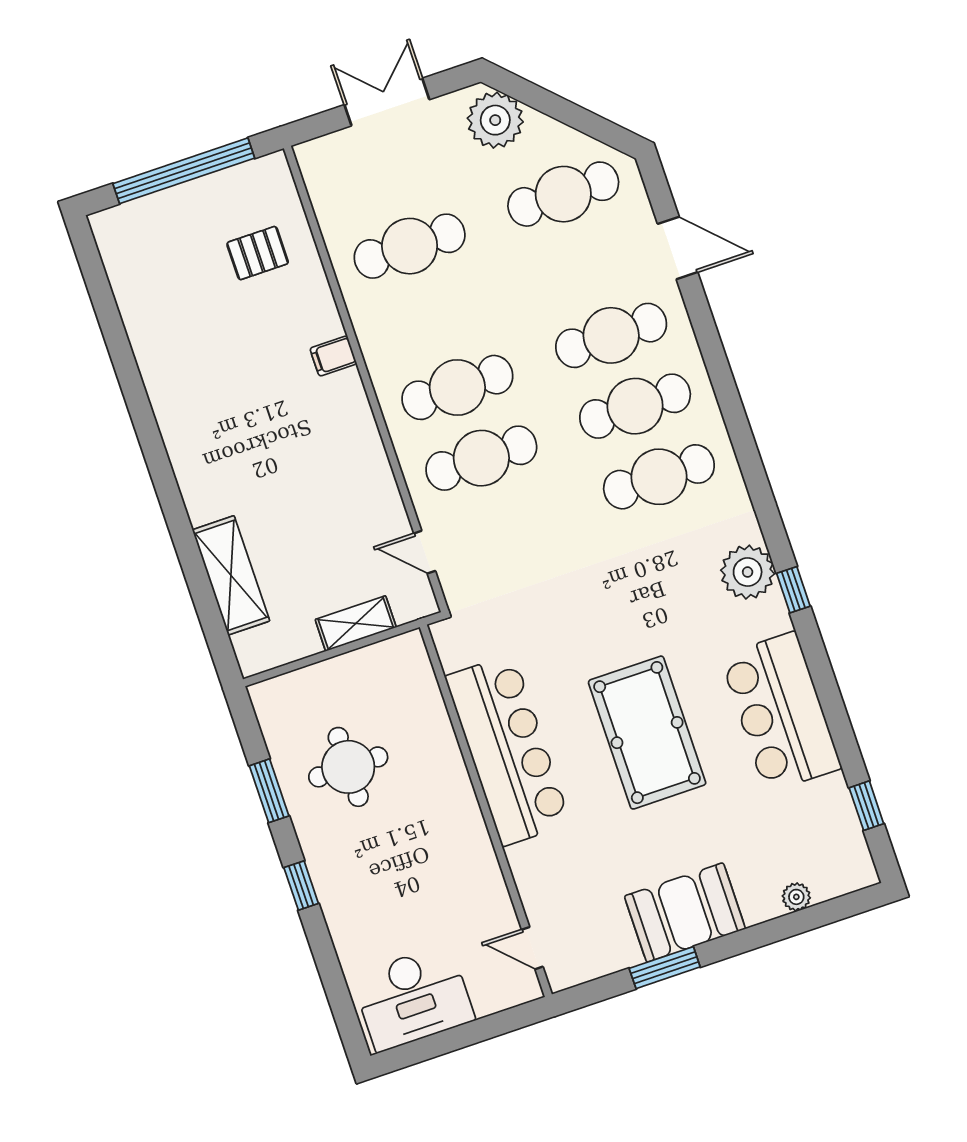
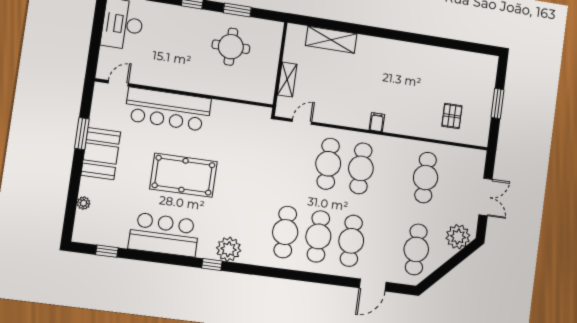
window: (184, 171) -> (497, 103), width x0.47
filing cabinet: (333, 356) -> (377, 122), moved
bar counter: (508, 750) -> (168, 109), moved

